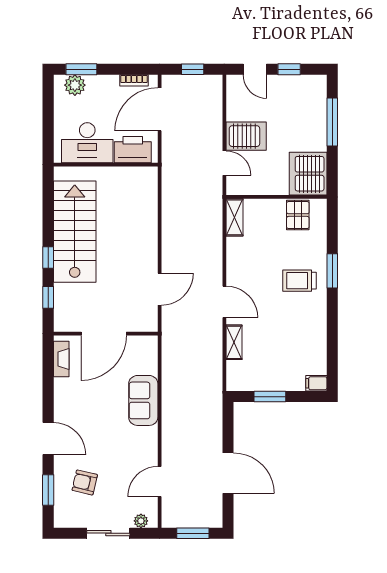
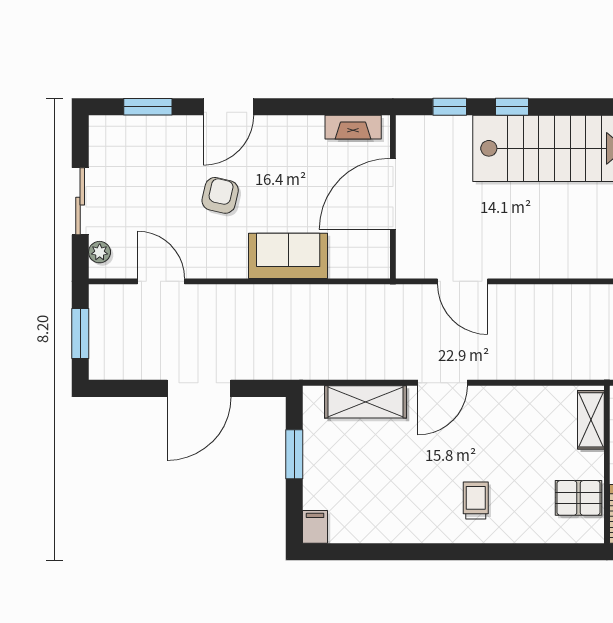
shelving: (235, 217) -> (591, 420), moved, turned 90
window: (332, 271) -> (491, 552), removed
trolley: (300, 281) -> (476, 501), width x0.73, depth x0.72
door: (104, 334) -> (393, 194), hinge flipped
shelving: (234, 342) -> (366, 402), width x1.50, depth x1.33
door: (228, 473) -> (199, 388), moved
armchair: (85, 482) -> (220, 195), moved

